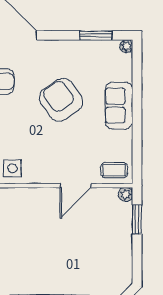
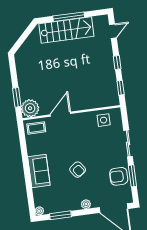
plant: (56, 47) -> (86, 204), added
armchair: (61, 100) -> (78, 170), width x0.53, depth x0.53
plant: (126, 194) -> (30, 108), width x1.88, depth x1.88

